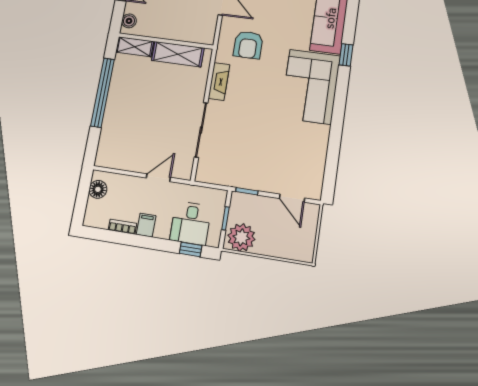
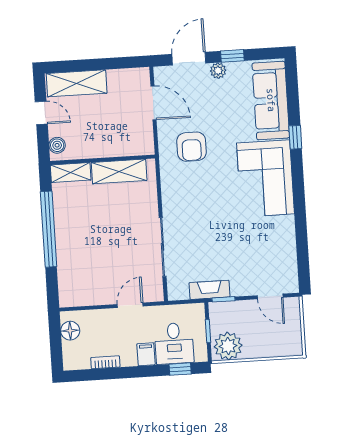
fireplace: (219, 82) -> (210, 290), moved, turned -90
filing cabinet: (146, 225) -> (146, 354), moved

